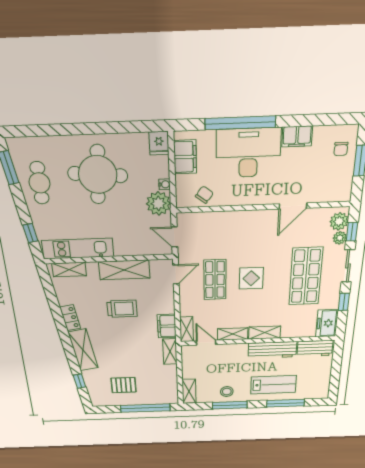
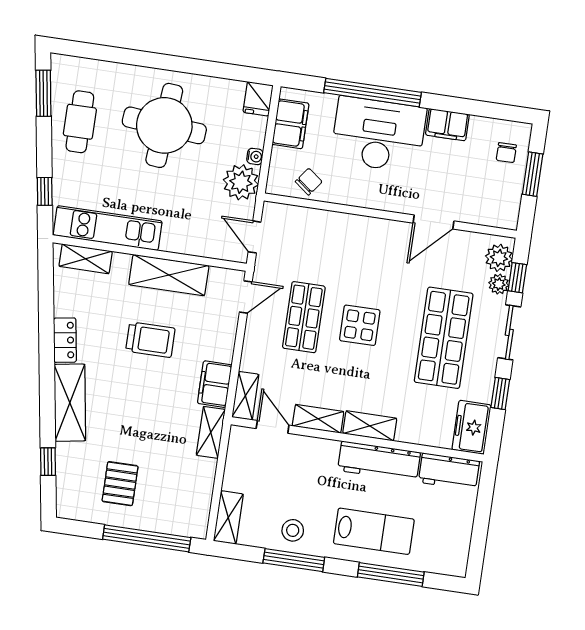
pallet: (124, 385) -> (120, 484), turned 90

